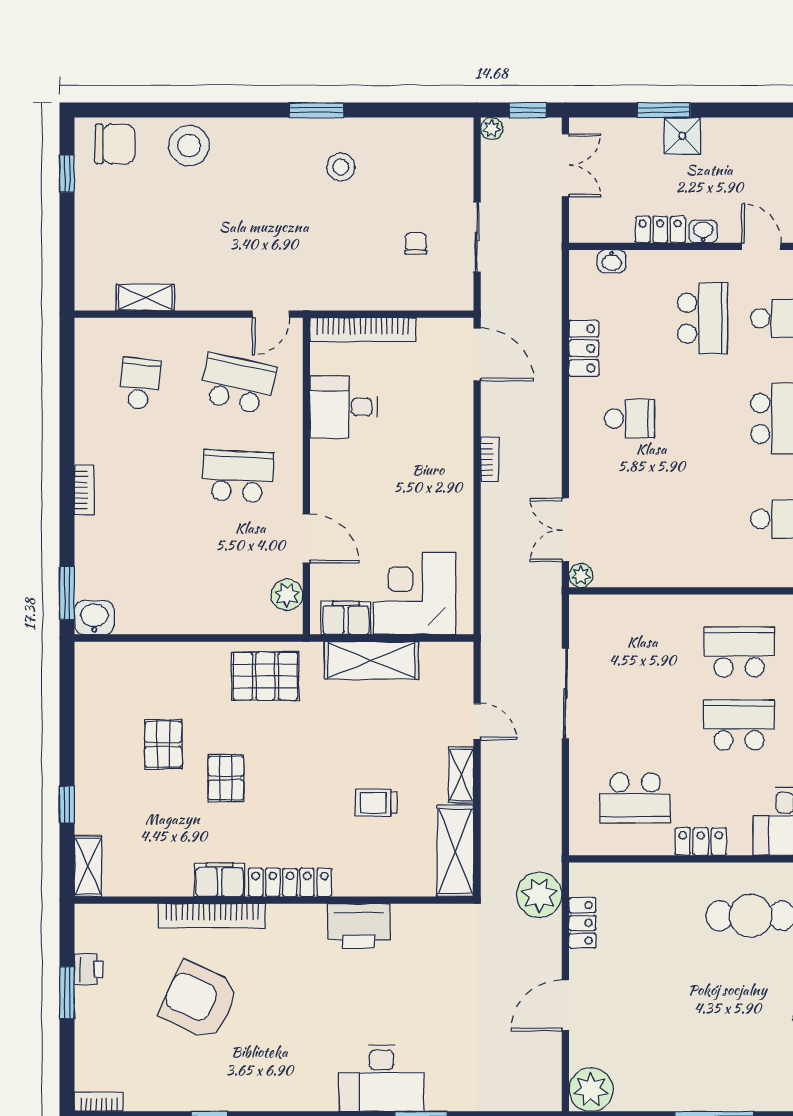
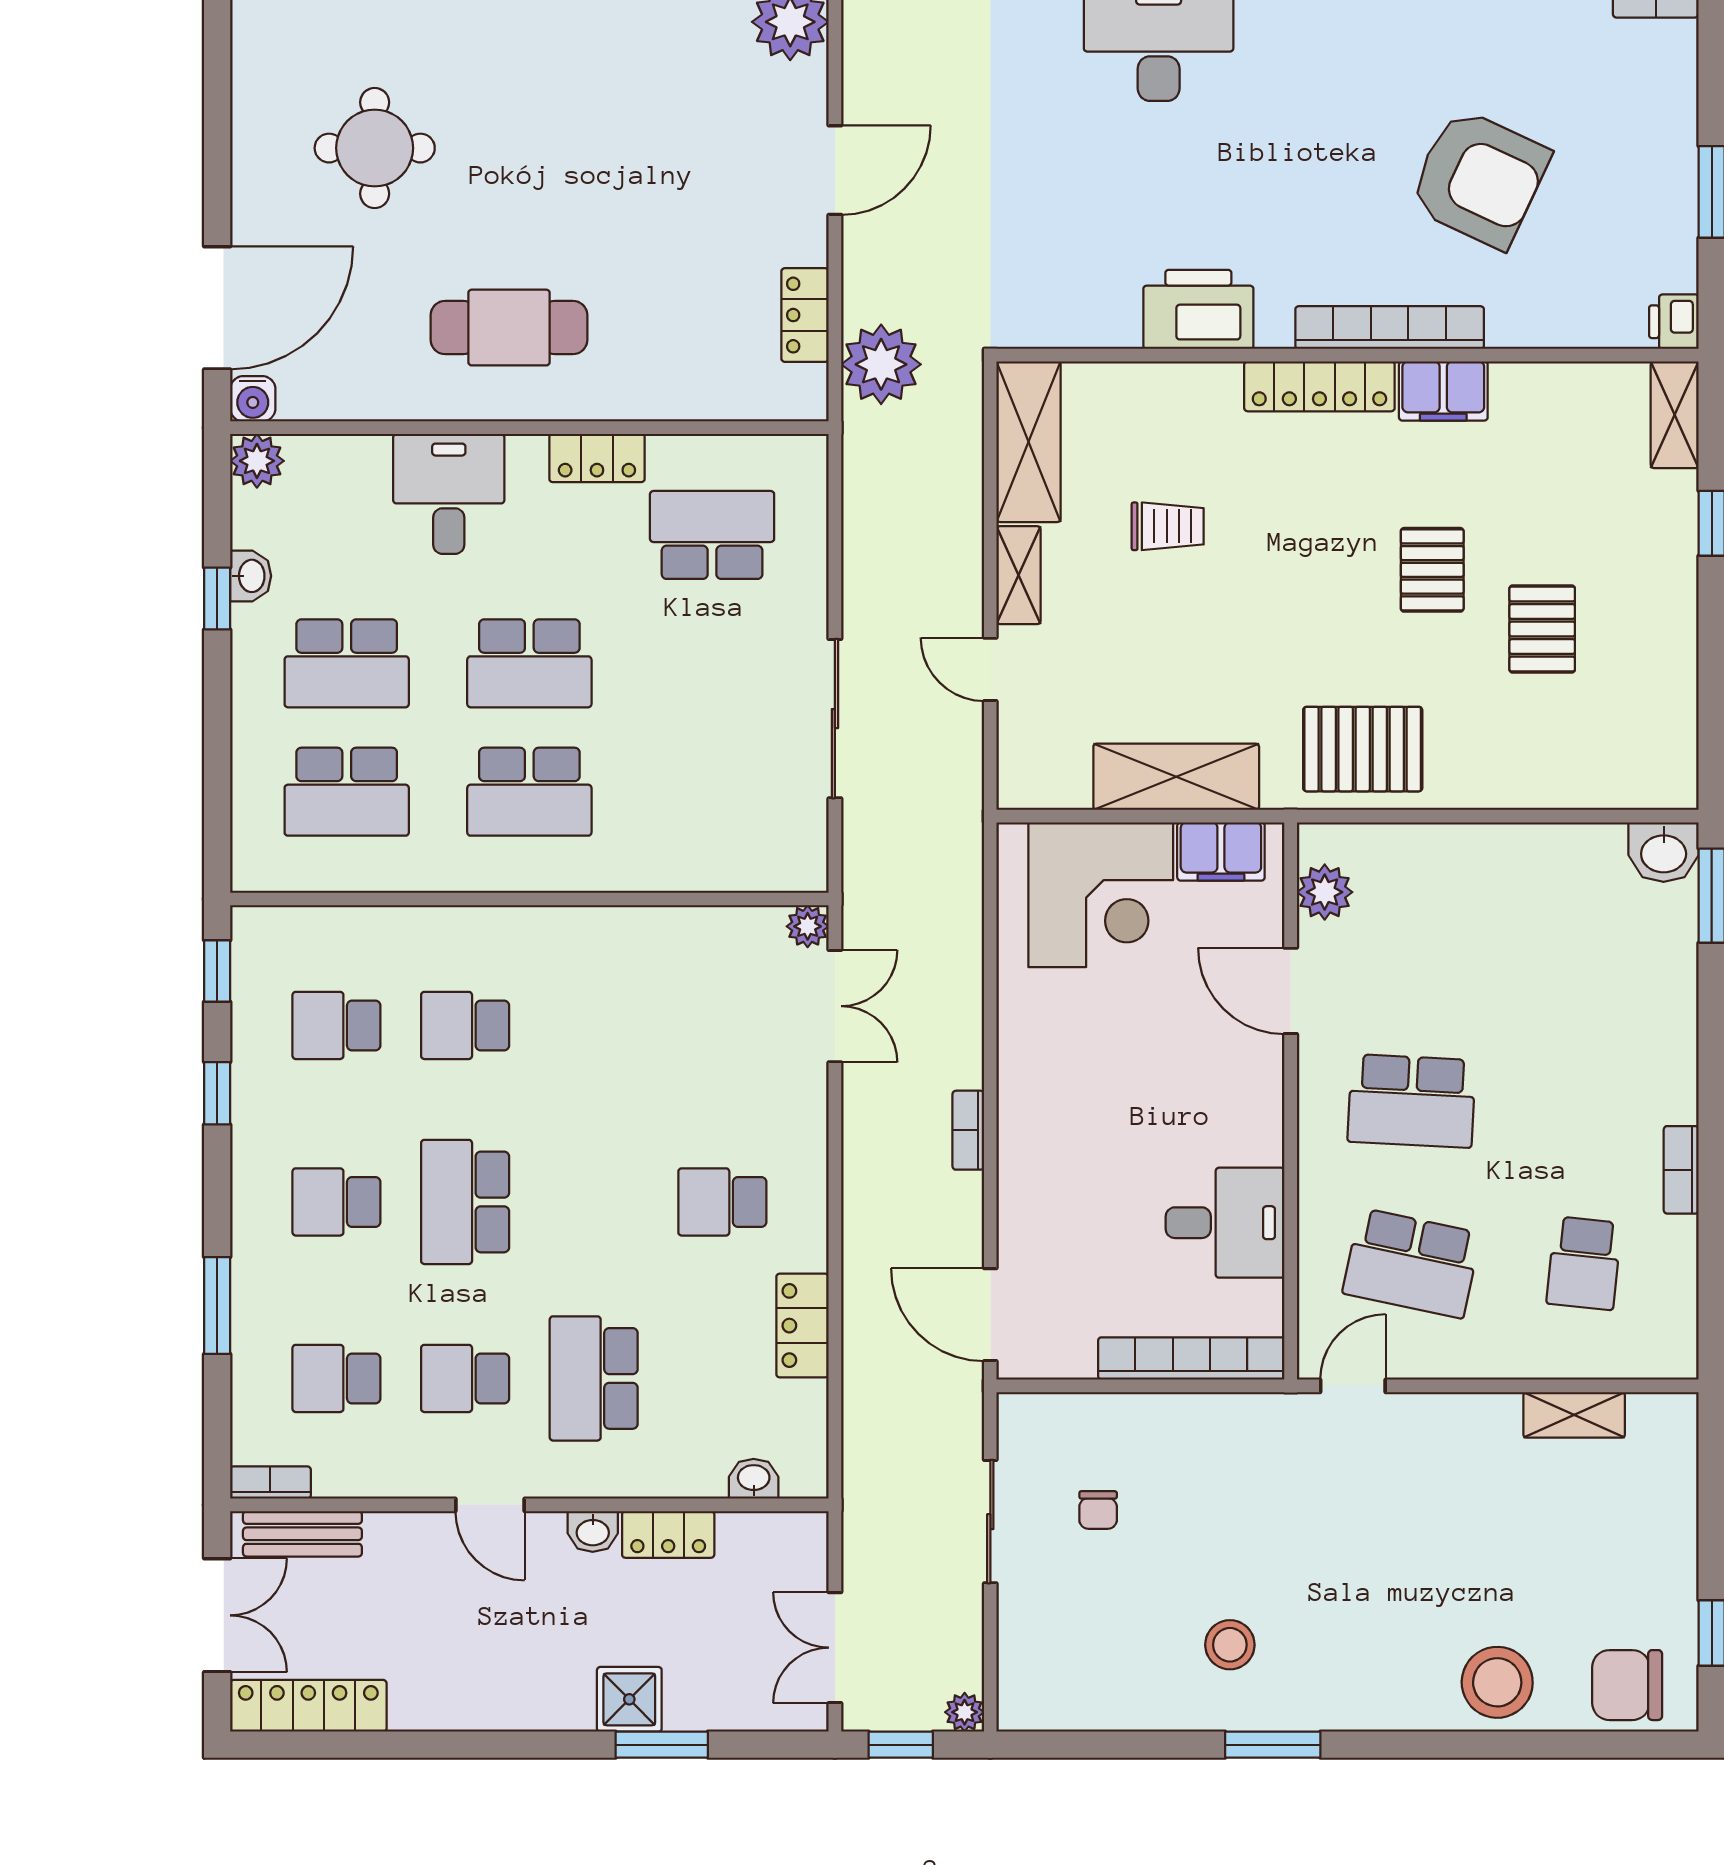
bookcase: (84, 490) -> (1681, 1170), moved
bookcase: (212, 916) -> (1390, 328), moved
printer: (88, 969) -> (1674, 322), moved

